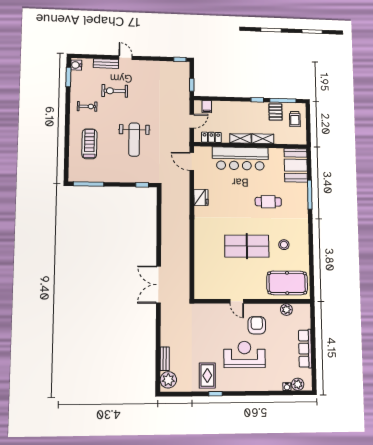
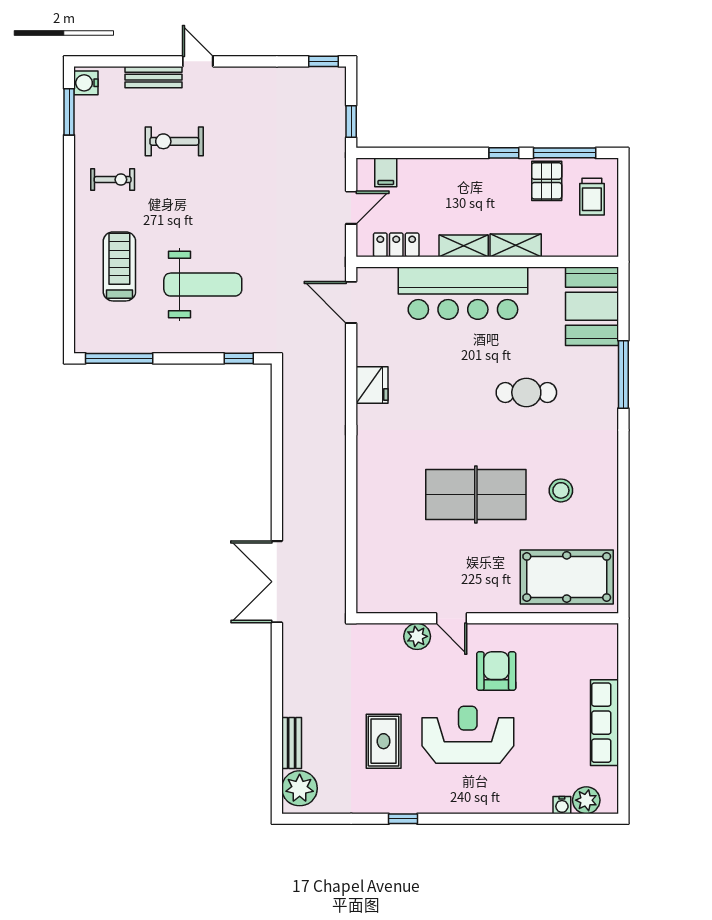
weight bench: (134, 140) -> (203, 285), moved, turned -90
plant: (286, 310) -> (417, 636), moved
rug: (207, 376) -> (384, 741), moved

